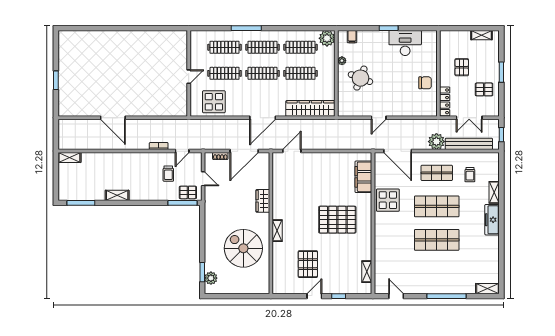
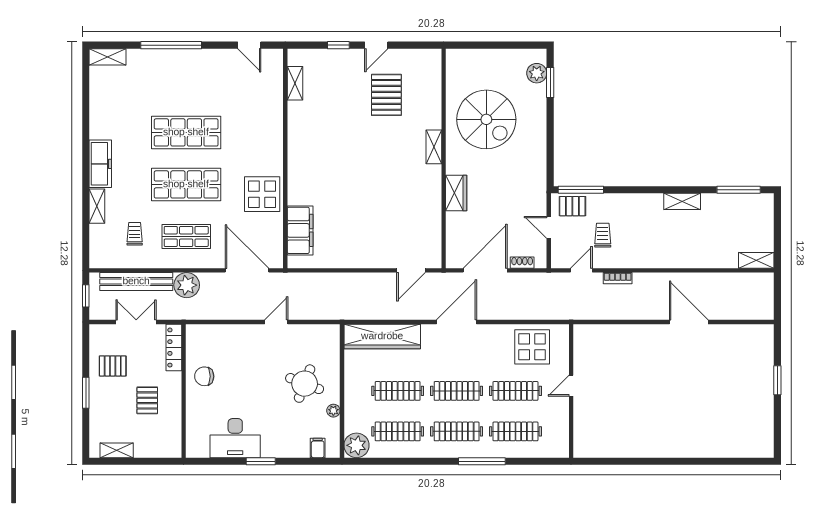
pallet: (337, 220) -> (340, 164), removed

